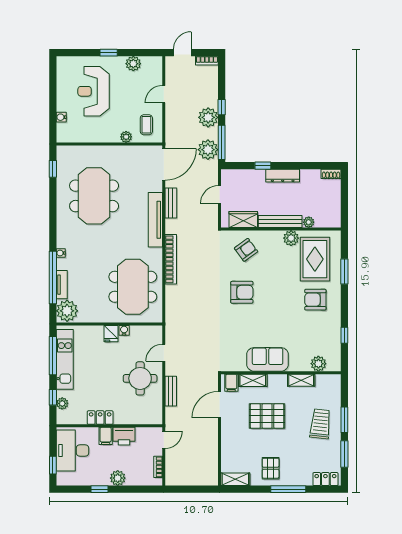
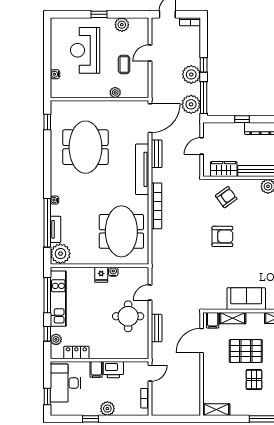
coffee table: (146, 125) -> (124, 65), moved
locker: (100, 418) -> (76, 352), moved
pallet: (271, 468) -> (254, 380), moved

